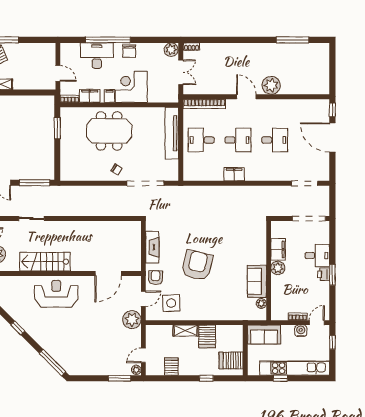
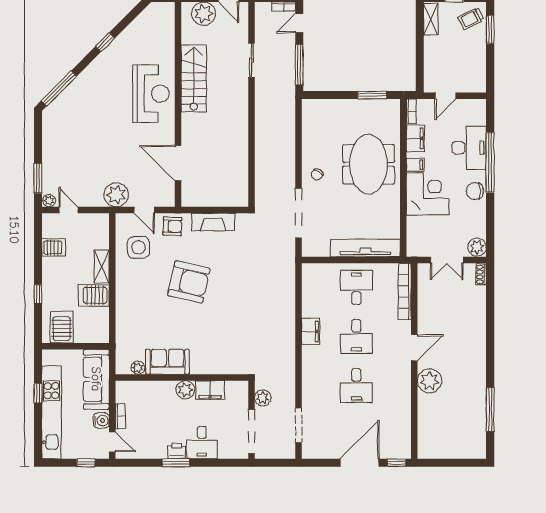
plant: (284, 210) -> (263, 398), added
sofa: (264, 335) -> (96, 379), width x1.36

